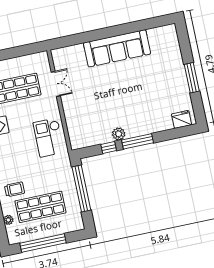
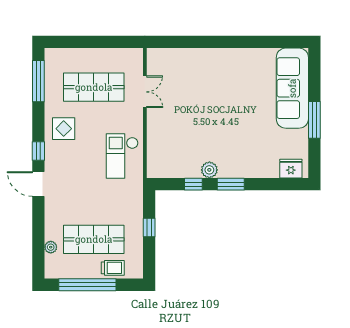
sofa: (117, 48) -> (292, 88), moved, turned 90
window: (138, 141) -> (231, 184), width x0.69
window: (81, 188) -> (149, 227), width x0.32
trolley: (14, 189) -> (113, 268), moved

